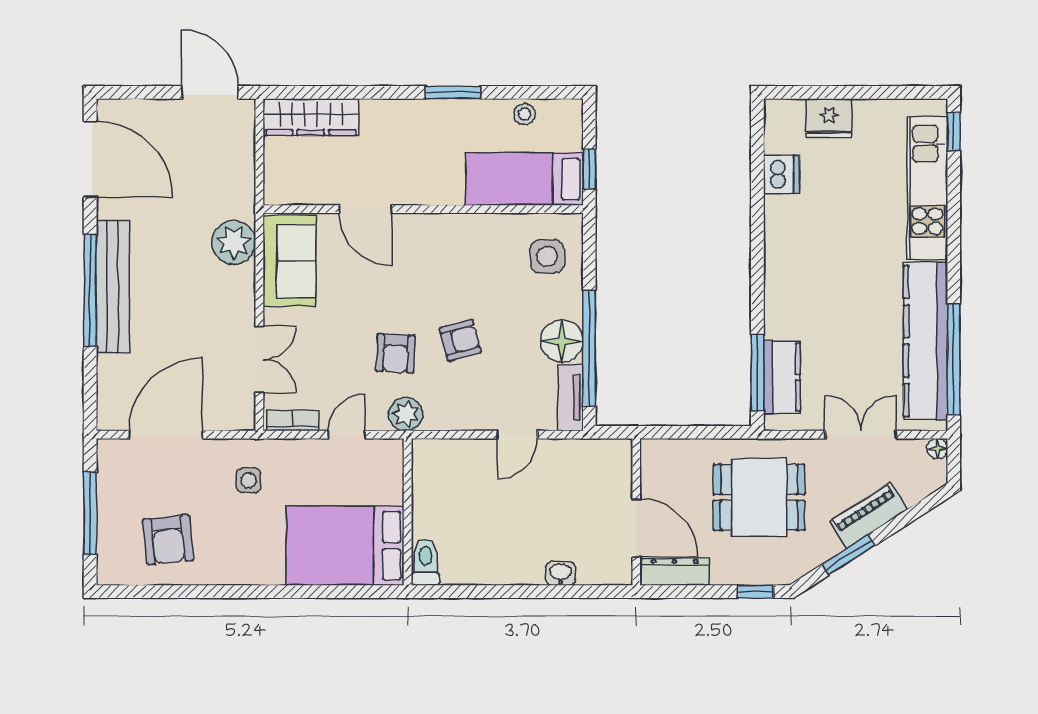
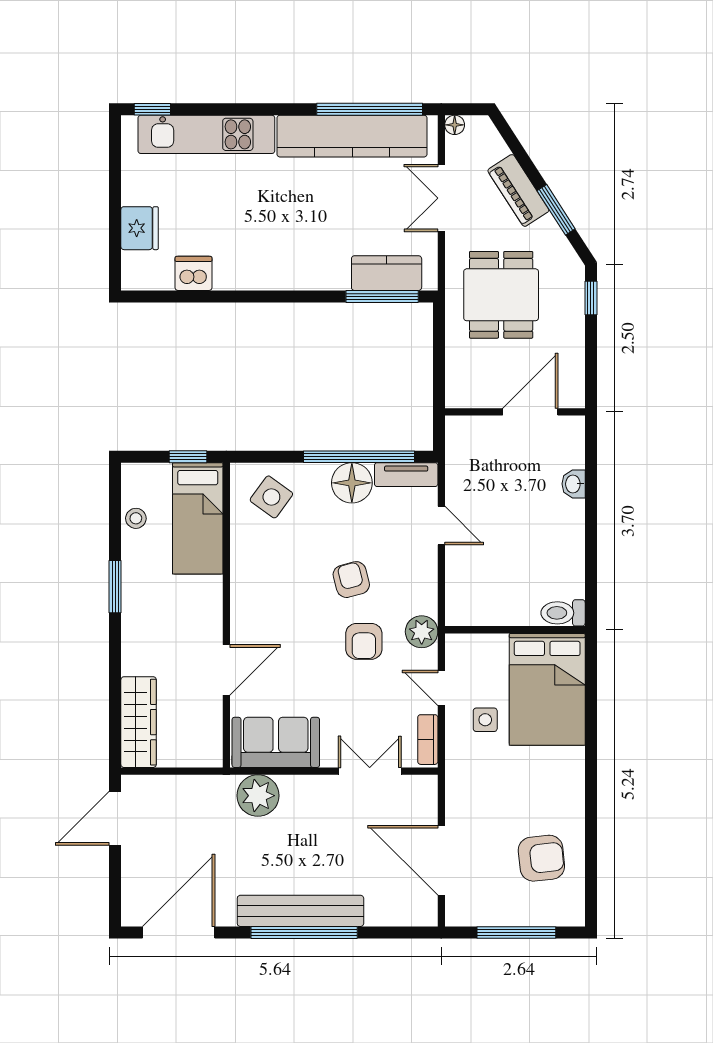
side table: (547, 256) -> (271, 497), turned 36
armchair: (396, 353) -> (364, 641), turned 87
side table: (249, 480) -> (485, 720), moved
dresser: (675, 572) -> (572, 375), removed

